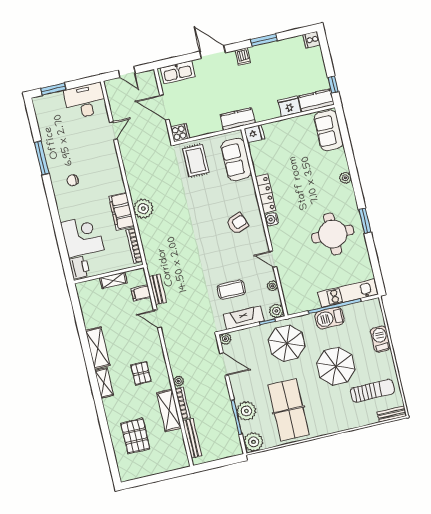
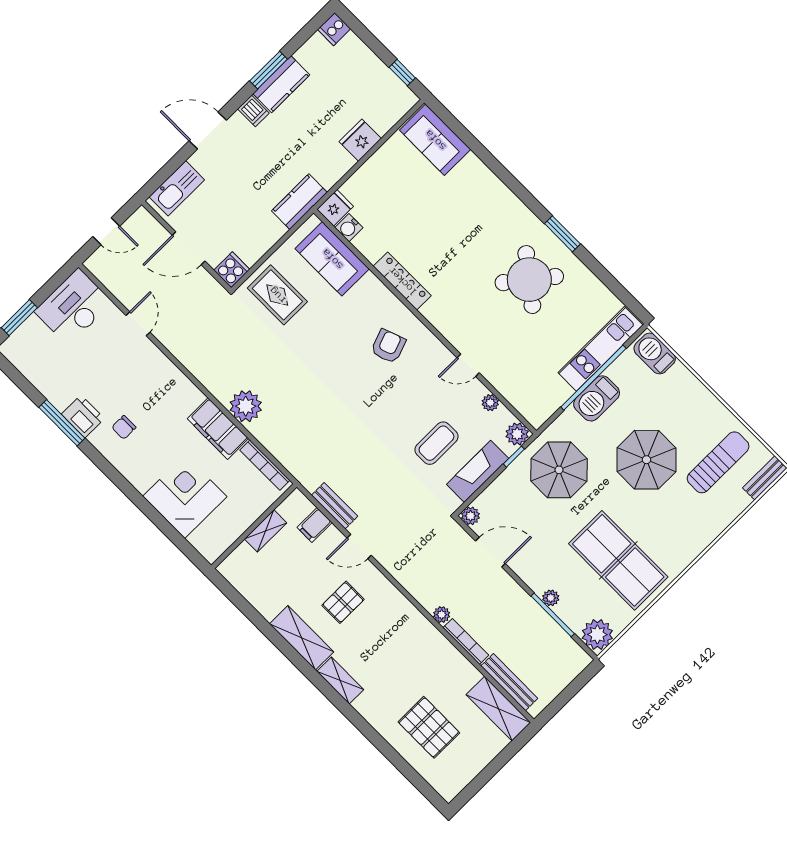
kitchen counter: (316, 100) -> (281, 84), moved, turned 180
plant: (345, 178) -> (499, 191), removed
water cooler: (272, 219) -> (349, 228), moved
round table: (333, 234) -> (529, 280), turned 38
printer: (79, 267) -> (83, 416), moved
barbecue: (380, 339) -> (655, 354), moved
pallet: (141, 373) -> (343, 602), moved, turned 90
shelving: (169, 410) -> (498, 709), moved
plant: (246, 411) -> (551, 598), width x0.53, depth x0.53

